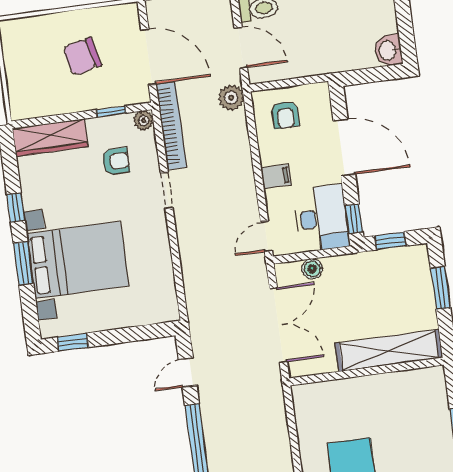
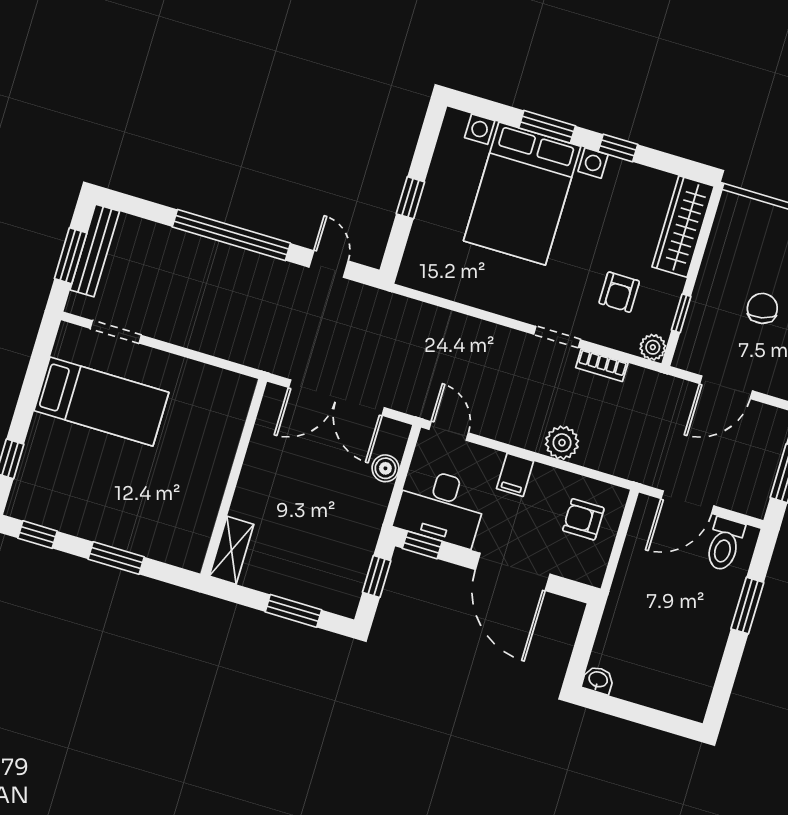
washbasin: (388, 50) -> (598, 680), width x0.72, depth x0.69
chair: (82, 56) -> (762, 308), width x0.73, depth x0.73
door: (149, 57) -> (726, 387), width x0.73
plant: (231, 98) -> (562, 443), moved
bookcase: (171, 126) -> (602, 365), width x0.43, depth x0.76
door: (344, 147) -> (513, 572), hinge flipped
window: (73, 342) -> (410, 198), moved
shelving: (389, 350) -> (231, 550), width x0.45, depth x0.75

